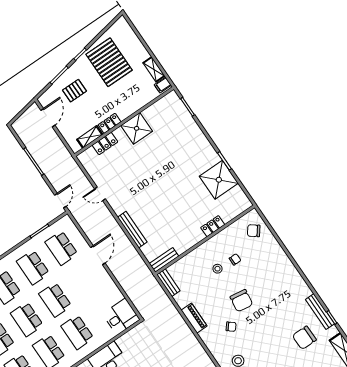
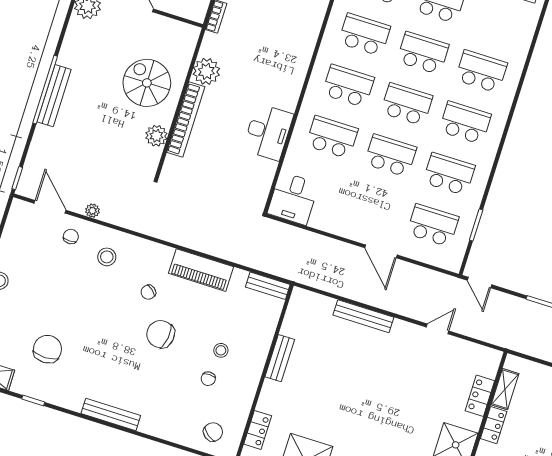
locker: (213, 226) -> (258, 430), moved
bench: (164, 260) -> (280, 358), moved
bench: (320, 312) -> (111, 415), moved
piano: (194, 318) -> (201, 270), width x1.37, depth x1.33

